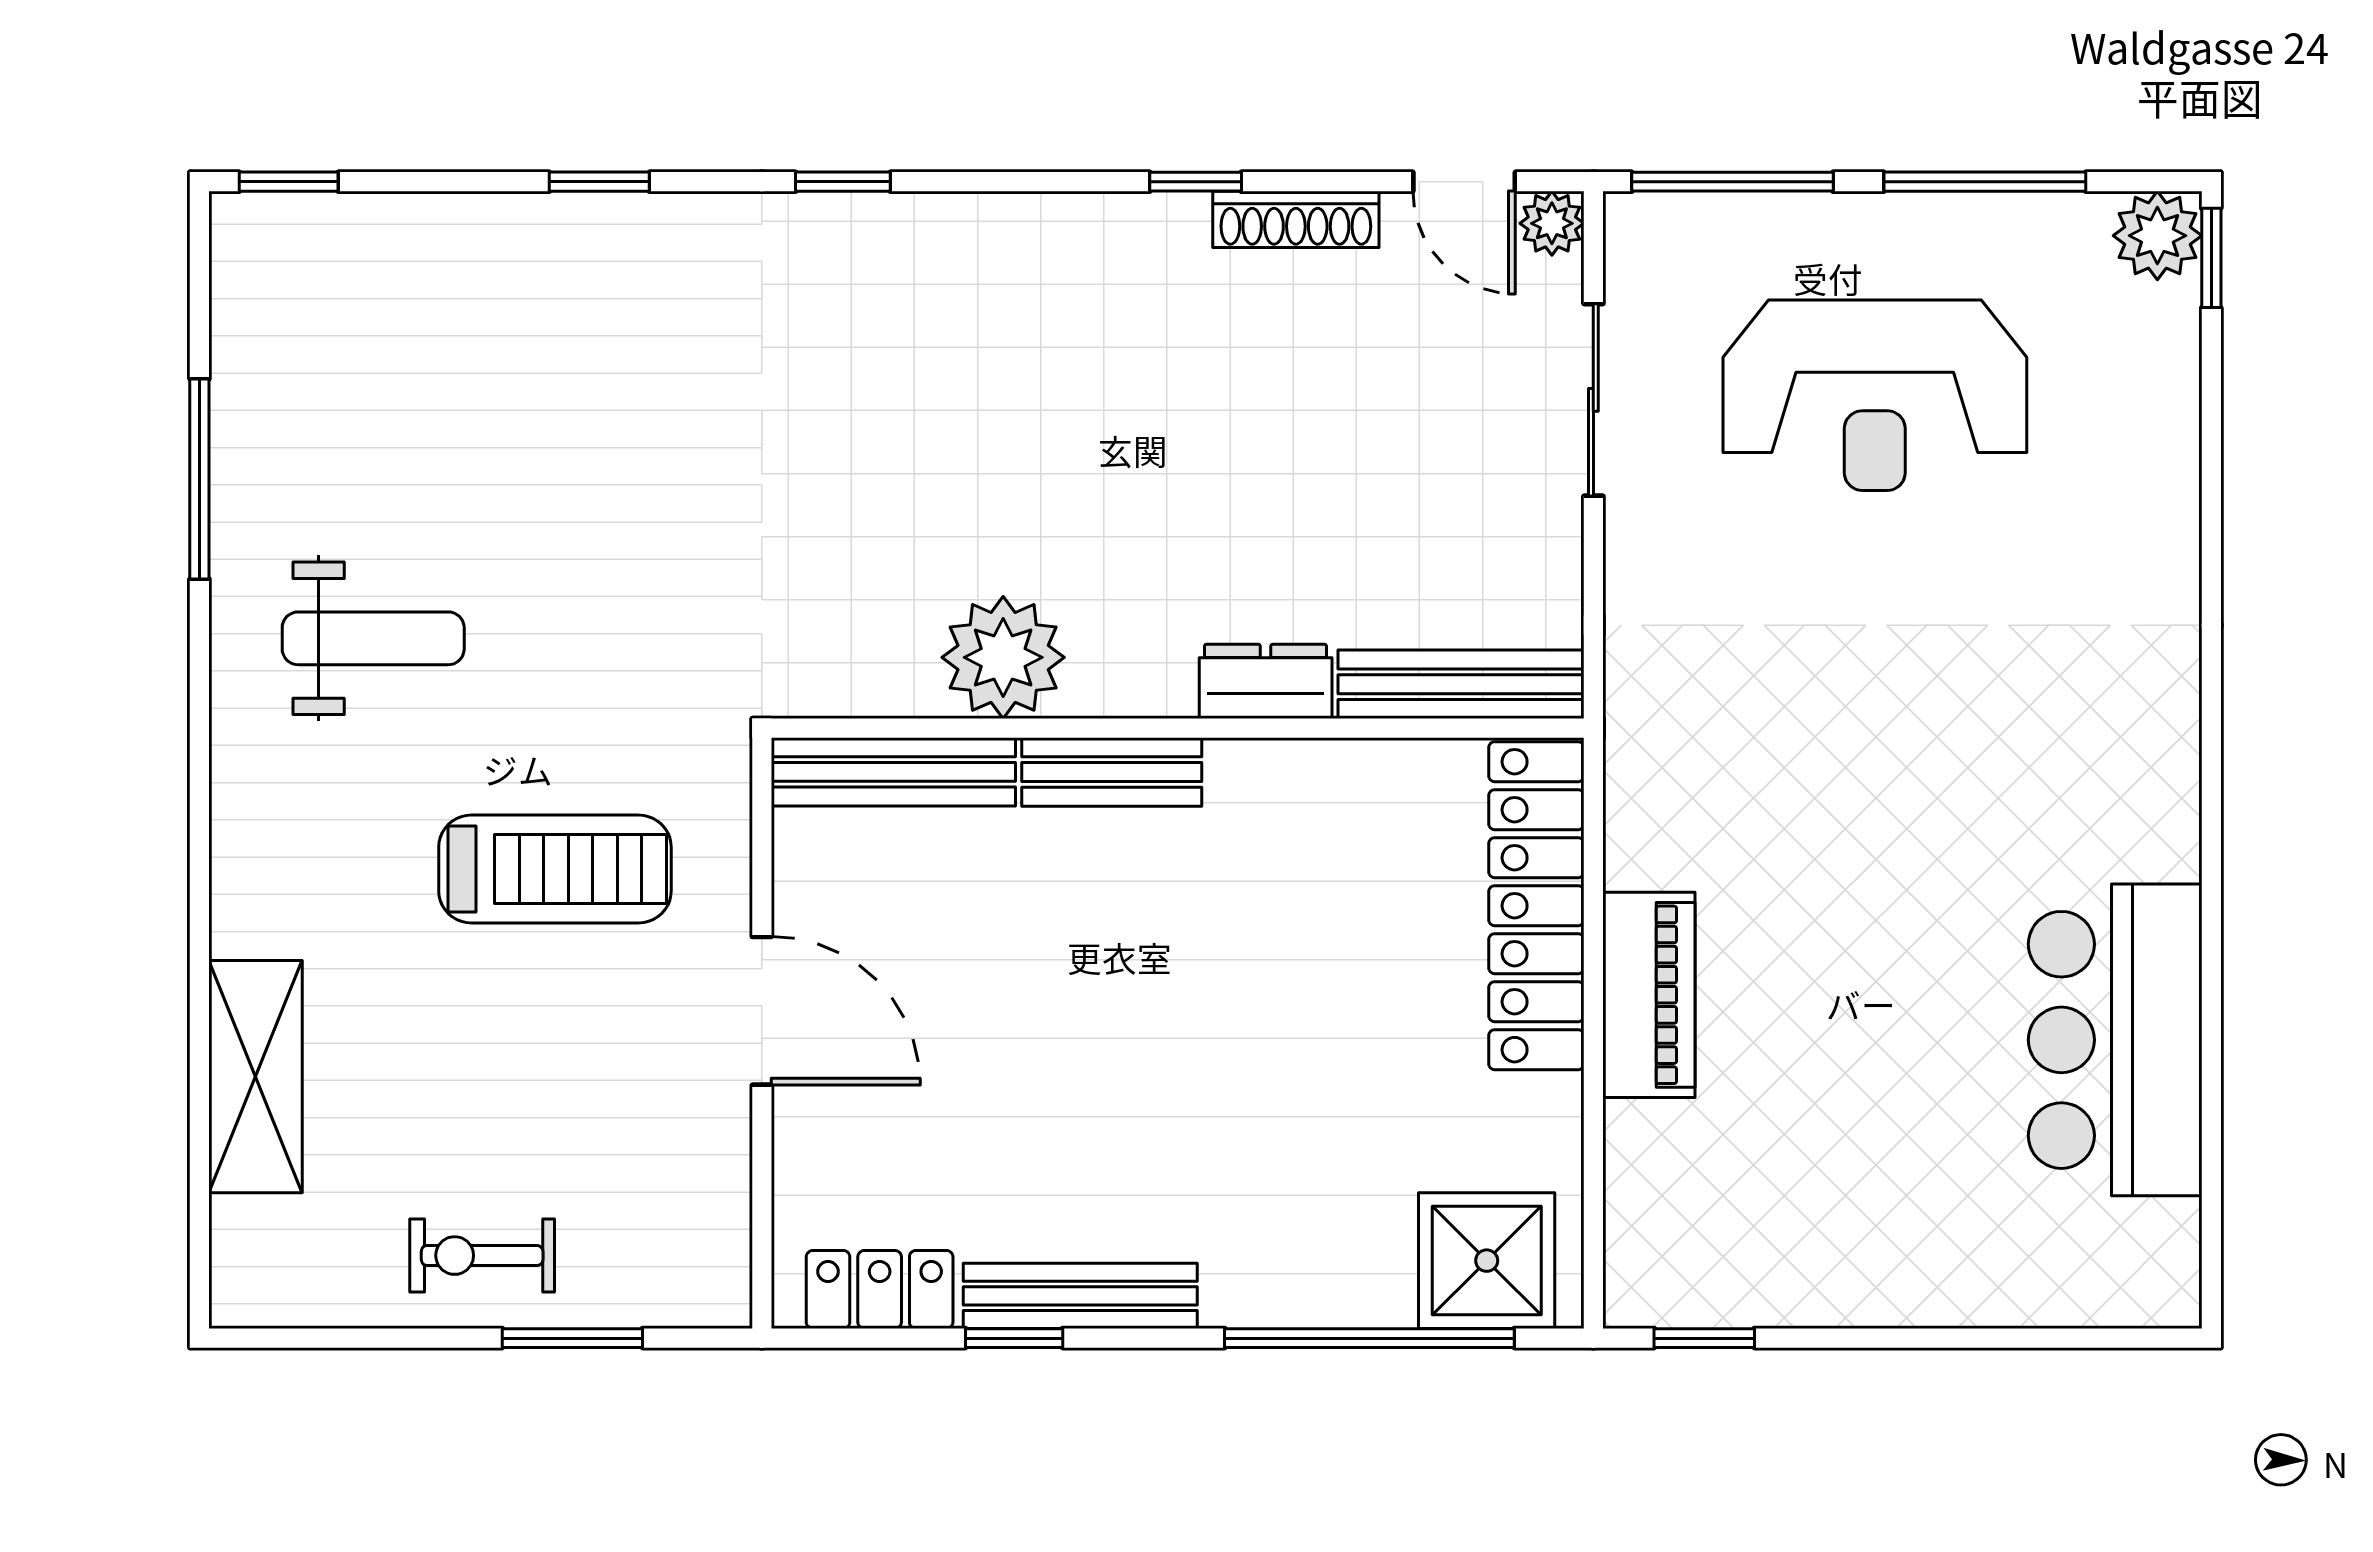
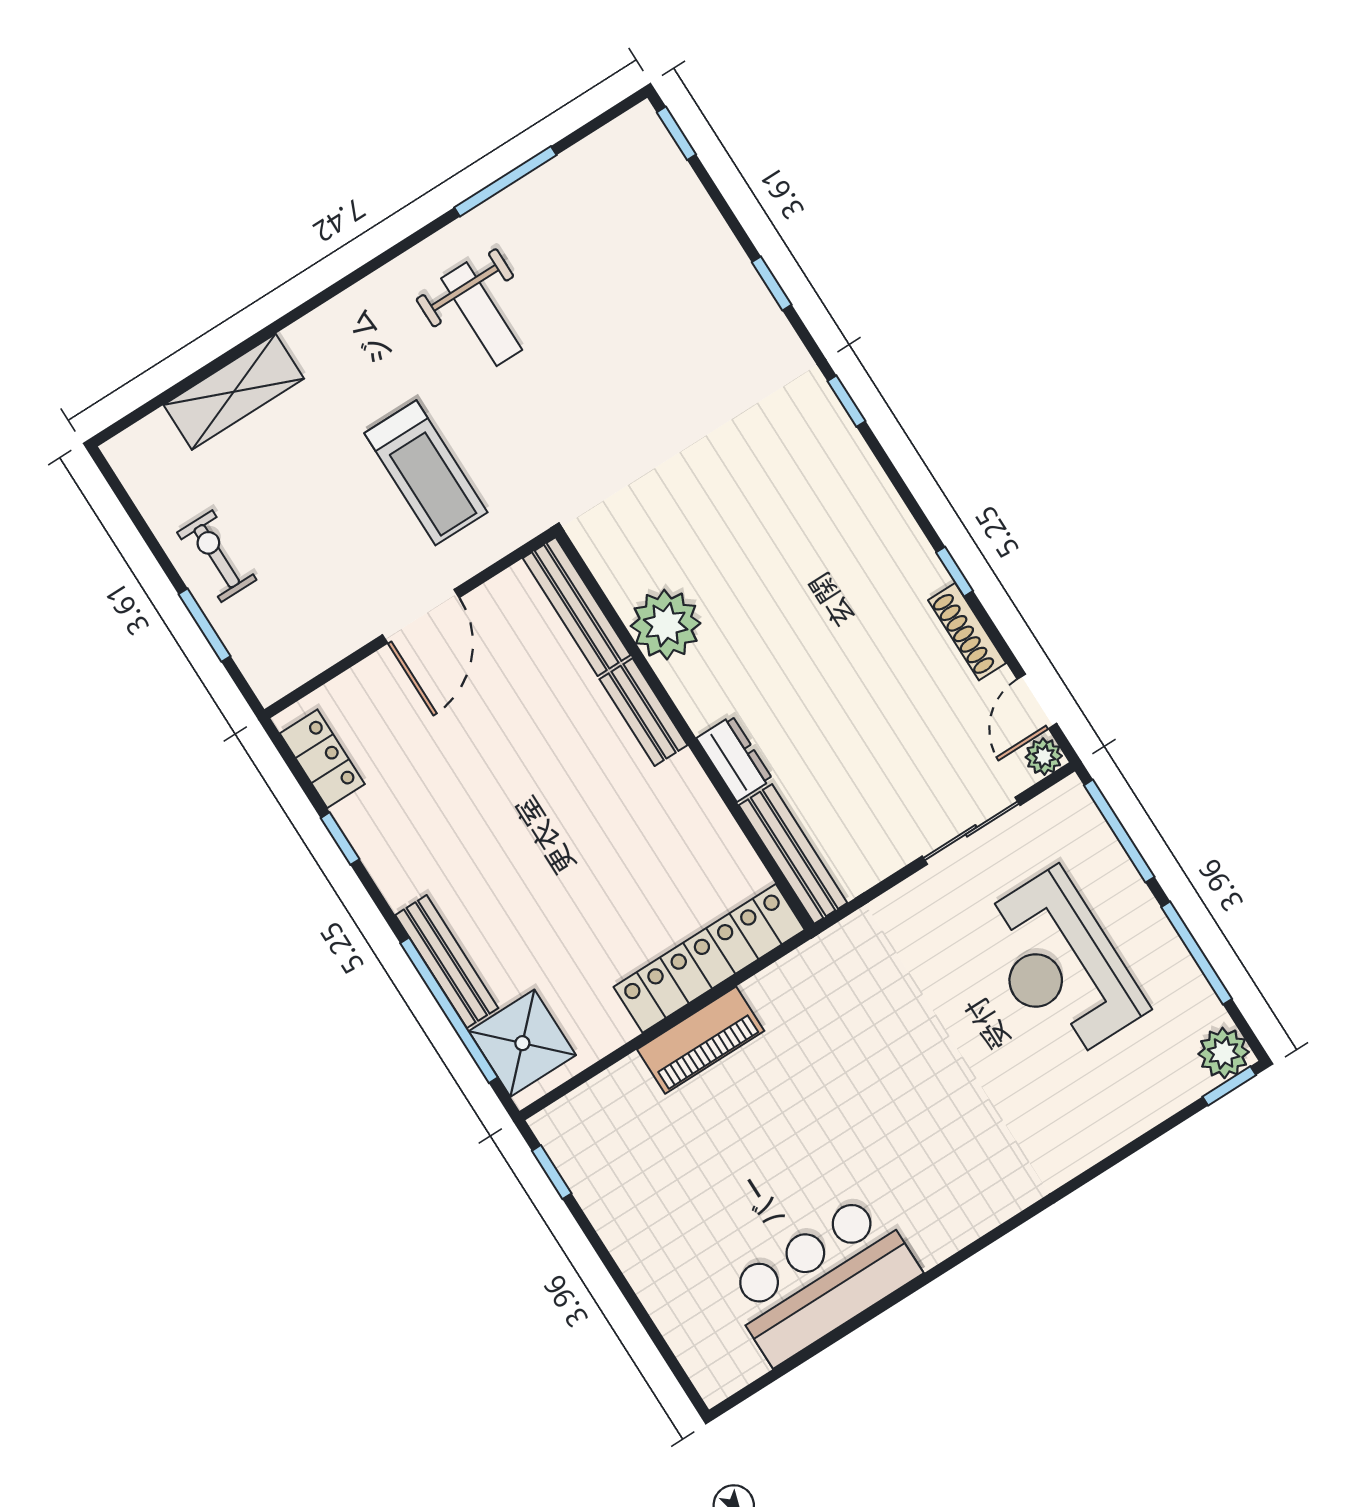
bench: (1080, 1296) -> (447, 962), moved

